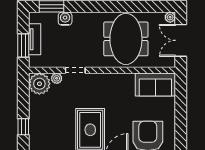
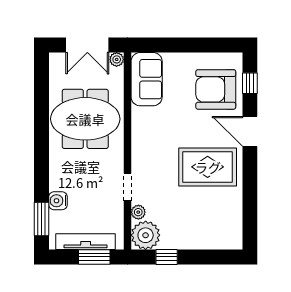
plant: (170, 17) -> (117, 59), moved
tv unit: (35, 39) -> (86, 242), width x1.41
window: (23, 127) -> (167, 257), moved

